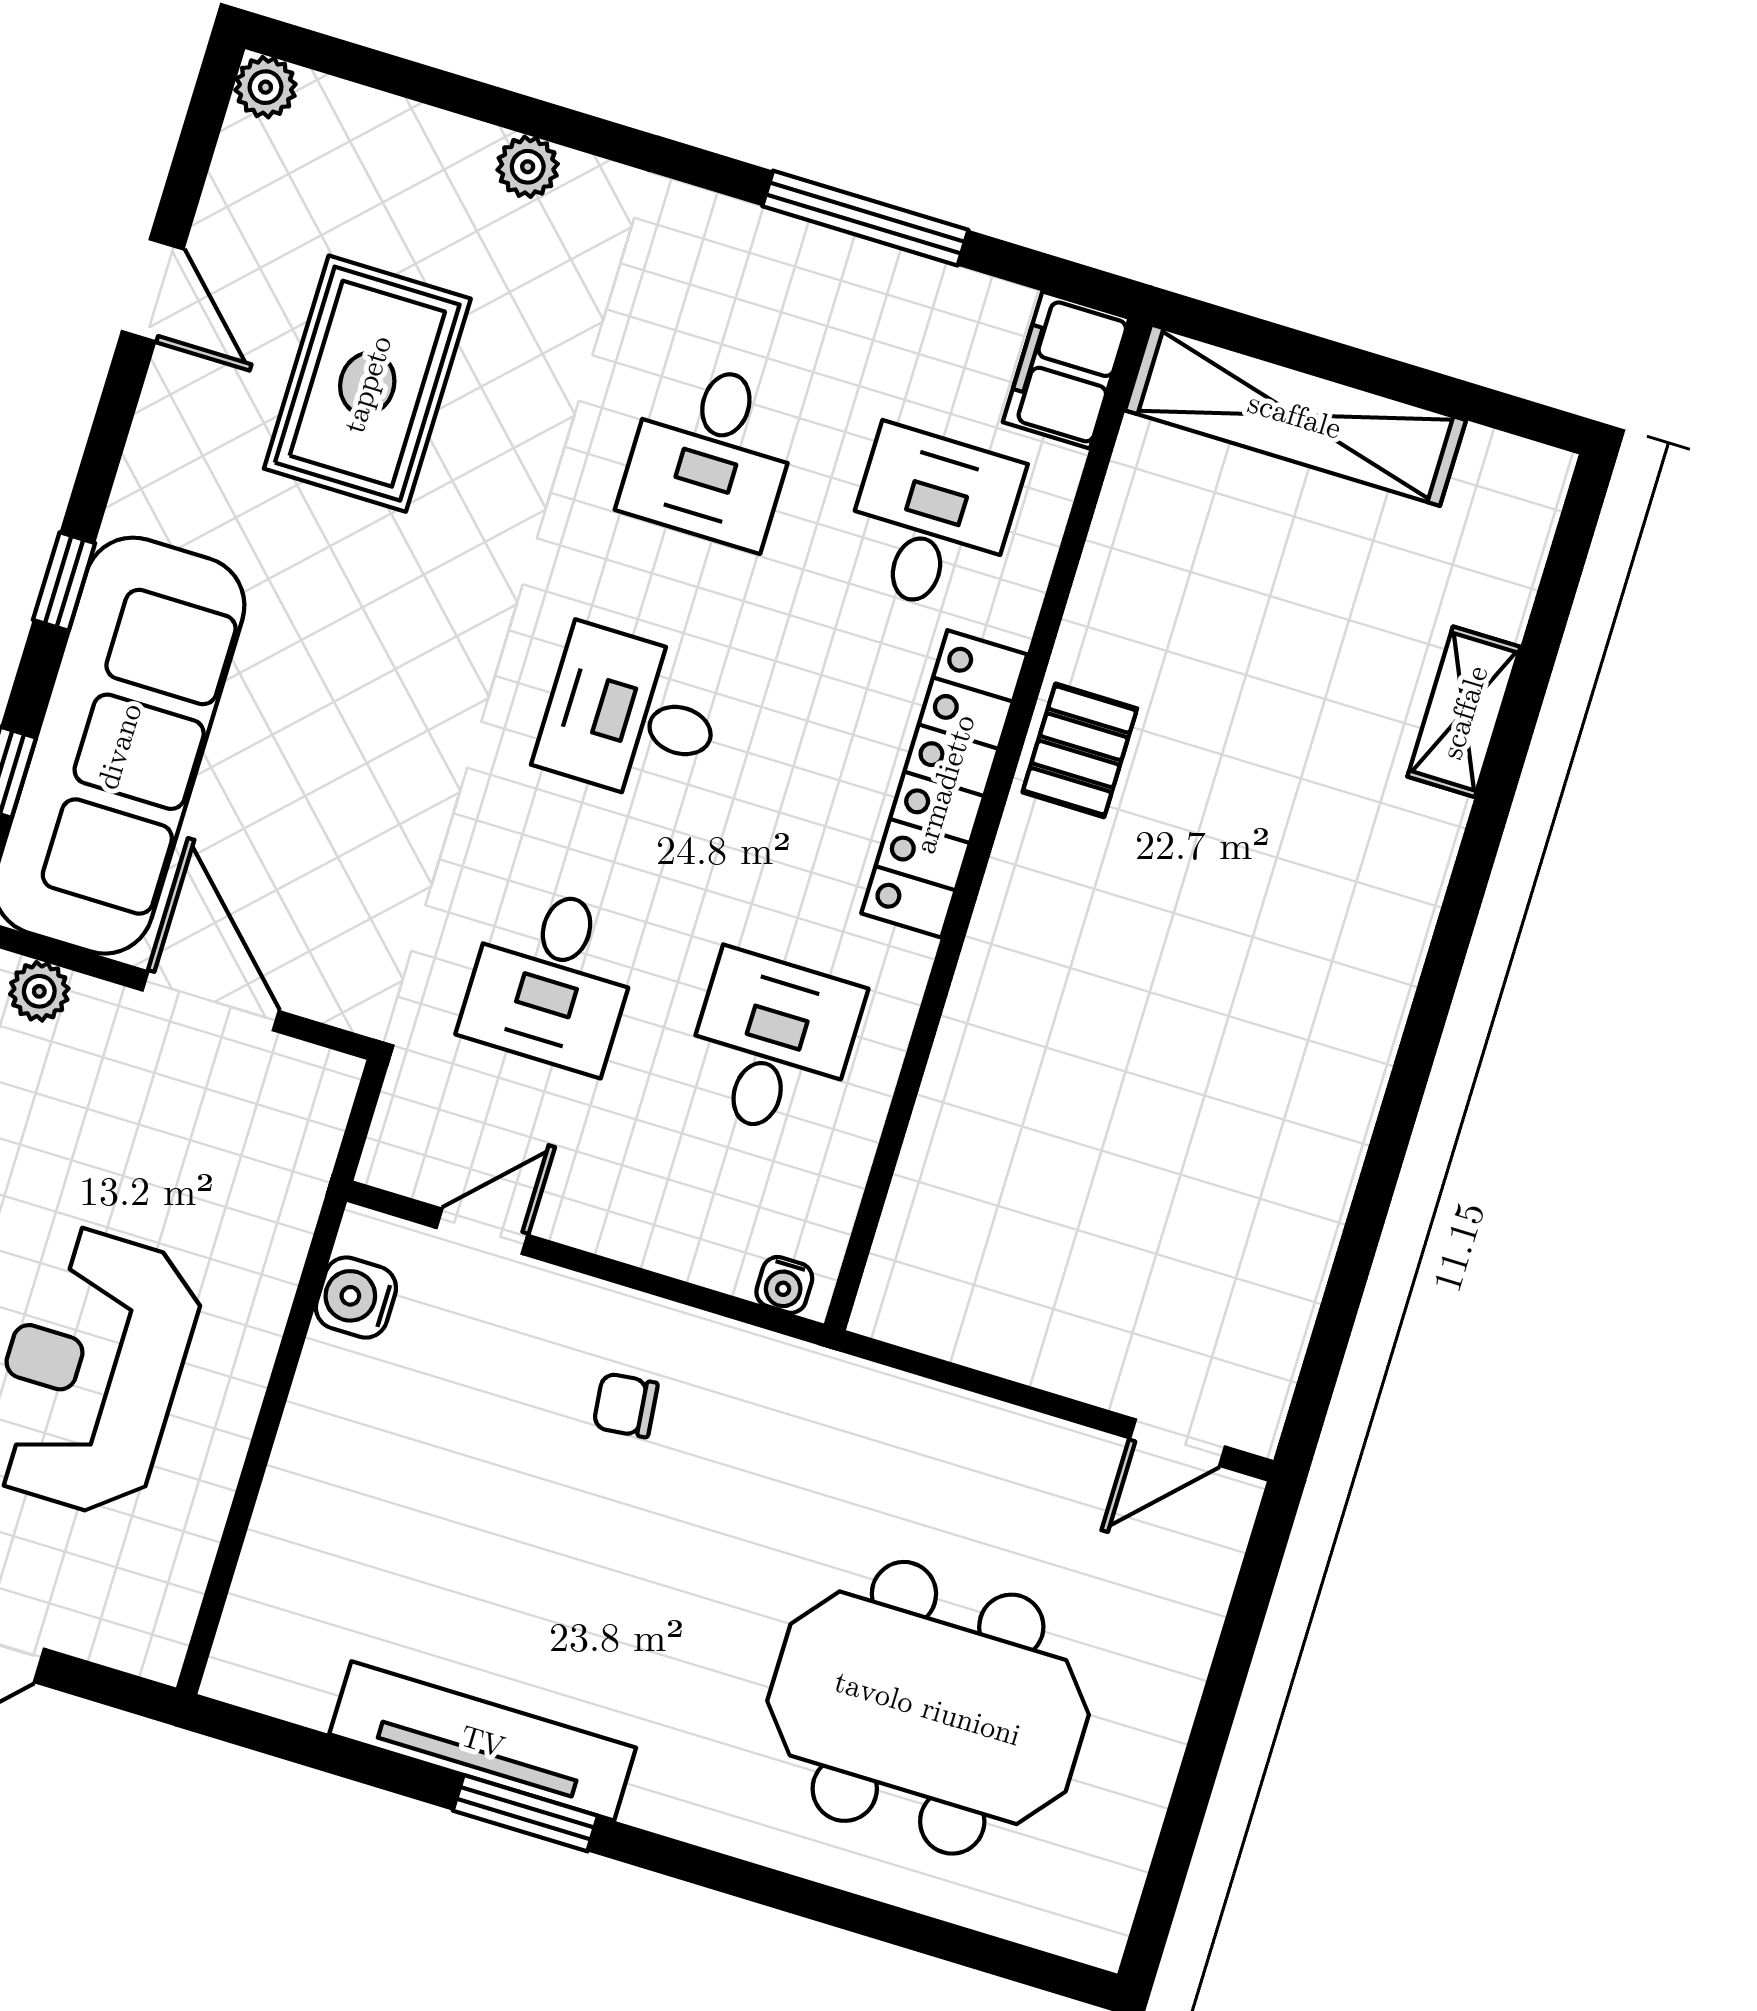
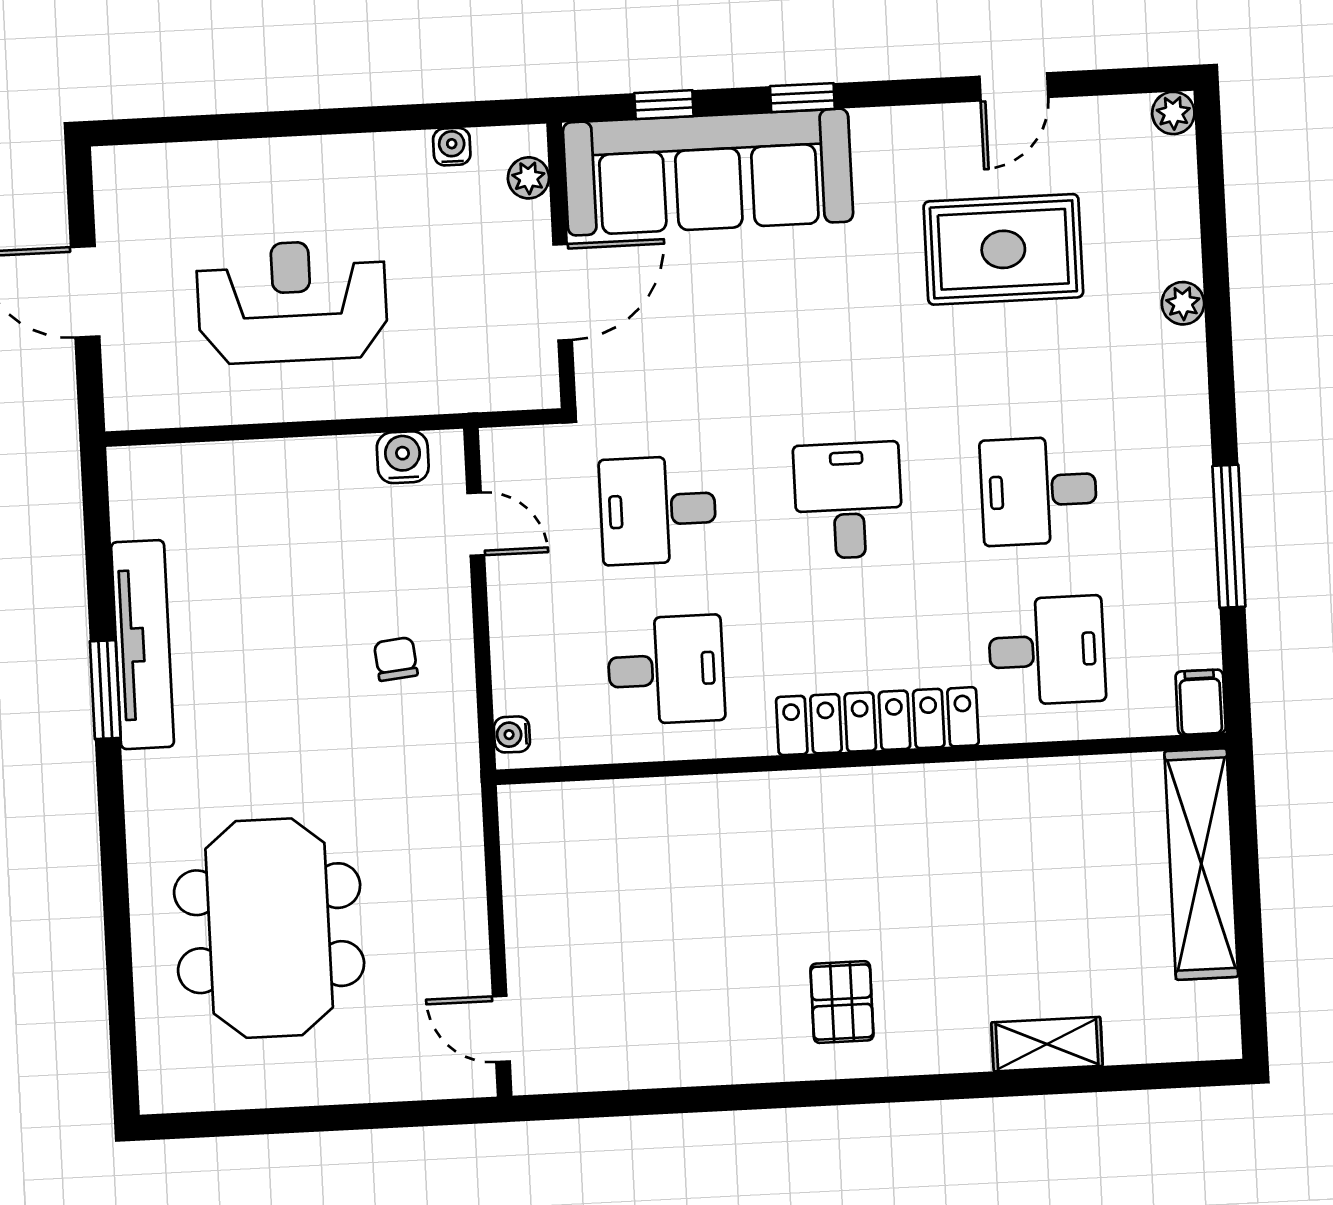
filing cabinet: (1066, 370) -> (1201, 702), width x0.50
pallet: (1080, 750) -> (842, 1002), moved, turned 90

